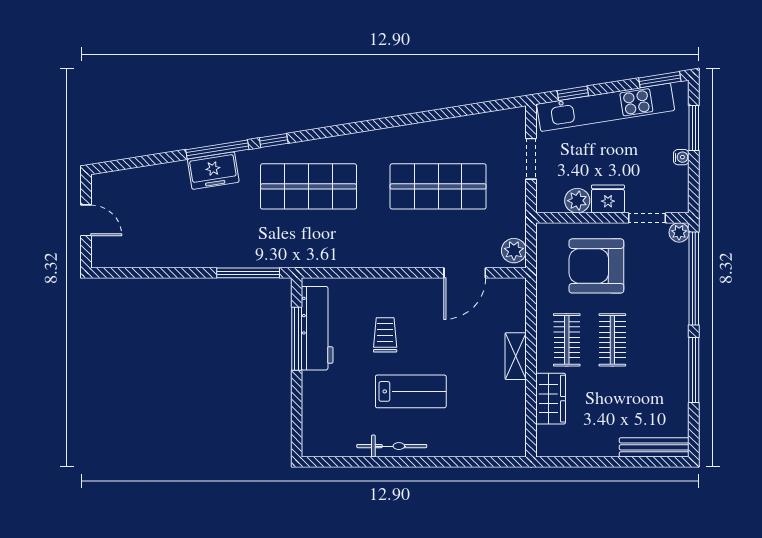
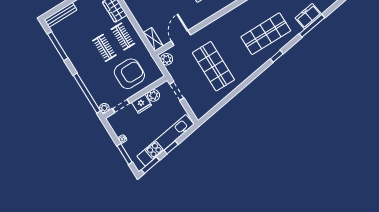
window: (573, 93) -> (171, 147), moved
window: (274, 141) -> (277, 56), moved
doorway: (531, 159) -> (177, 91), moved
shop shelf: (438, 186) -> (213, 66), turned 90
shelving: (516, 356) -> (153, 39), moved
window: (694, 370) -> (58, 46), moved

